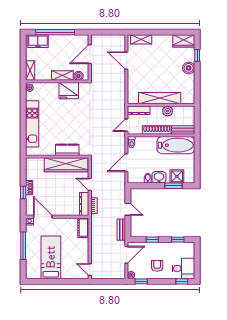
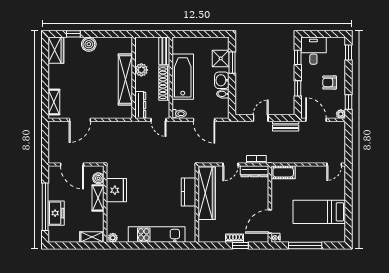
freezer: (38, 41) -> (56, 213), moved
bathtub: (176, 145) -> (183, 77), moved
desk: (183, 268) -> (313, 51), moved

